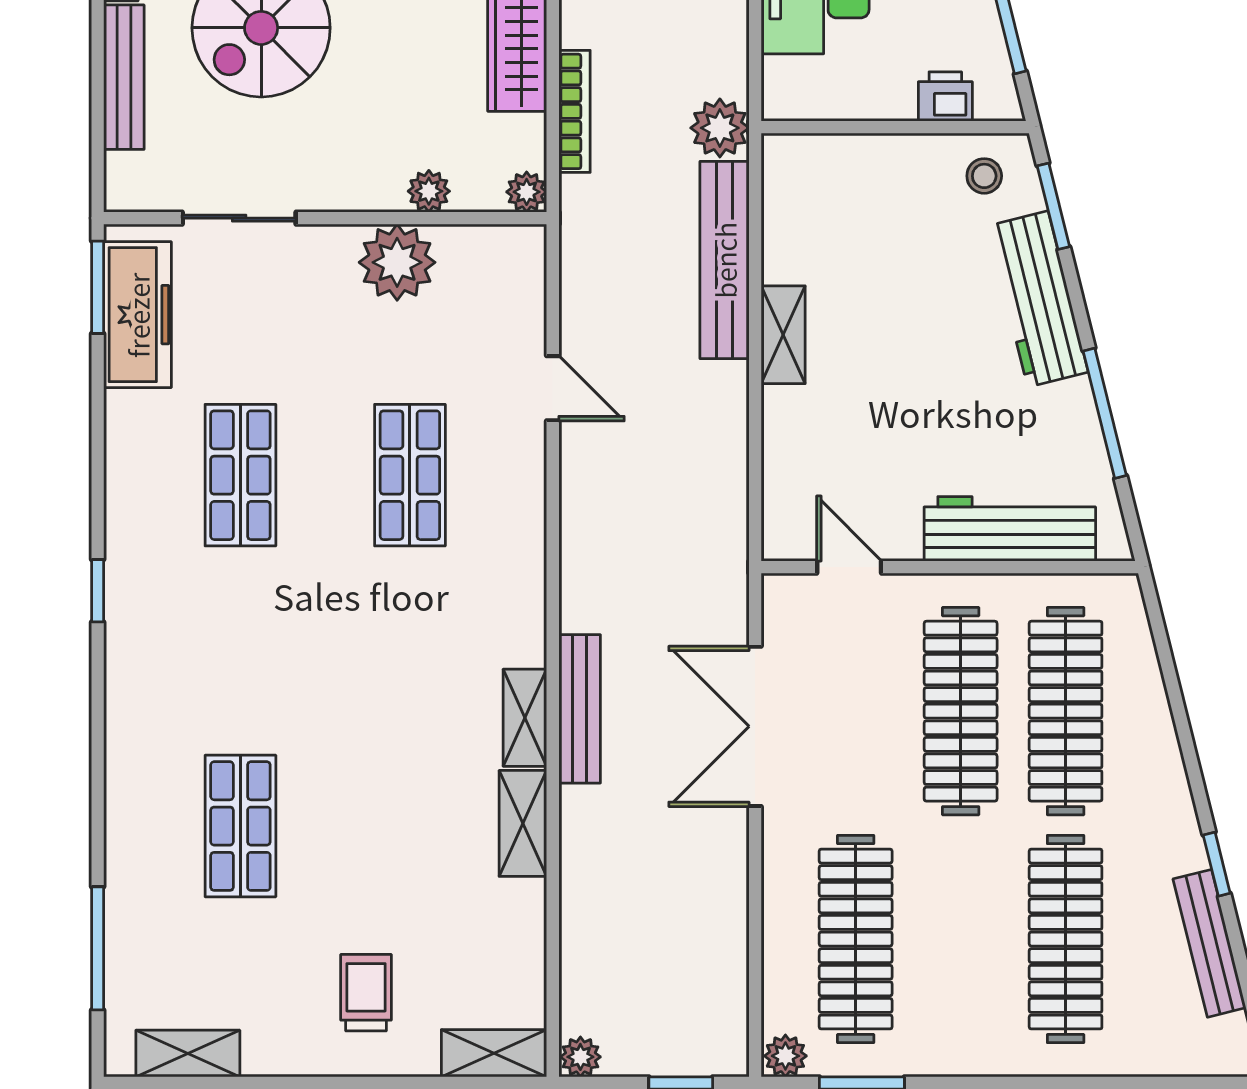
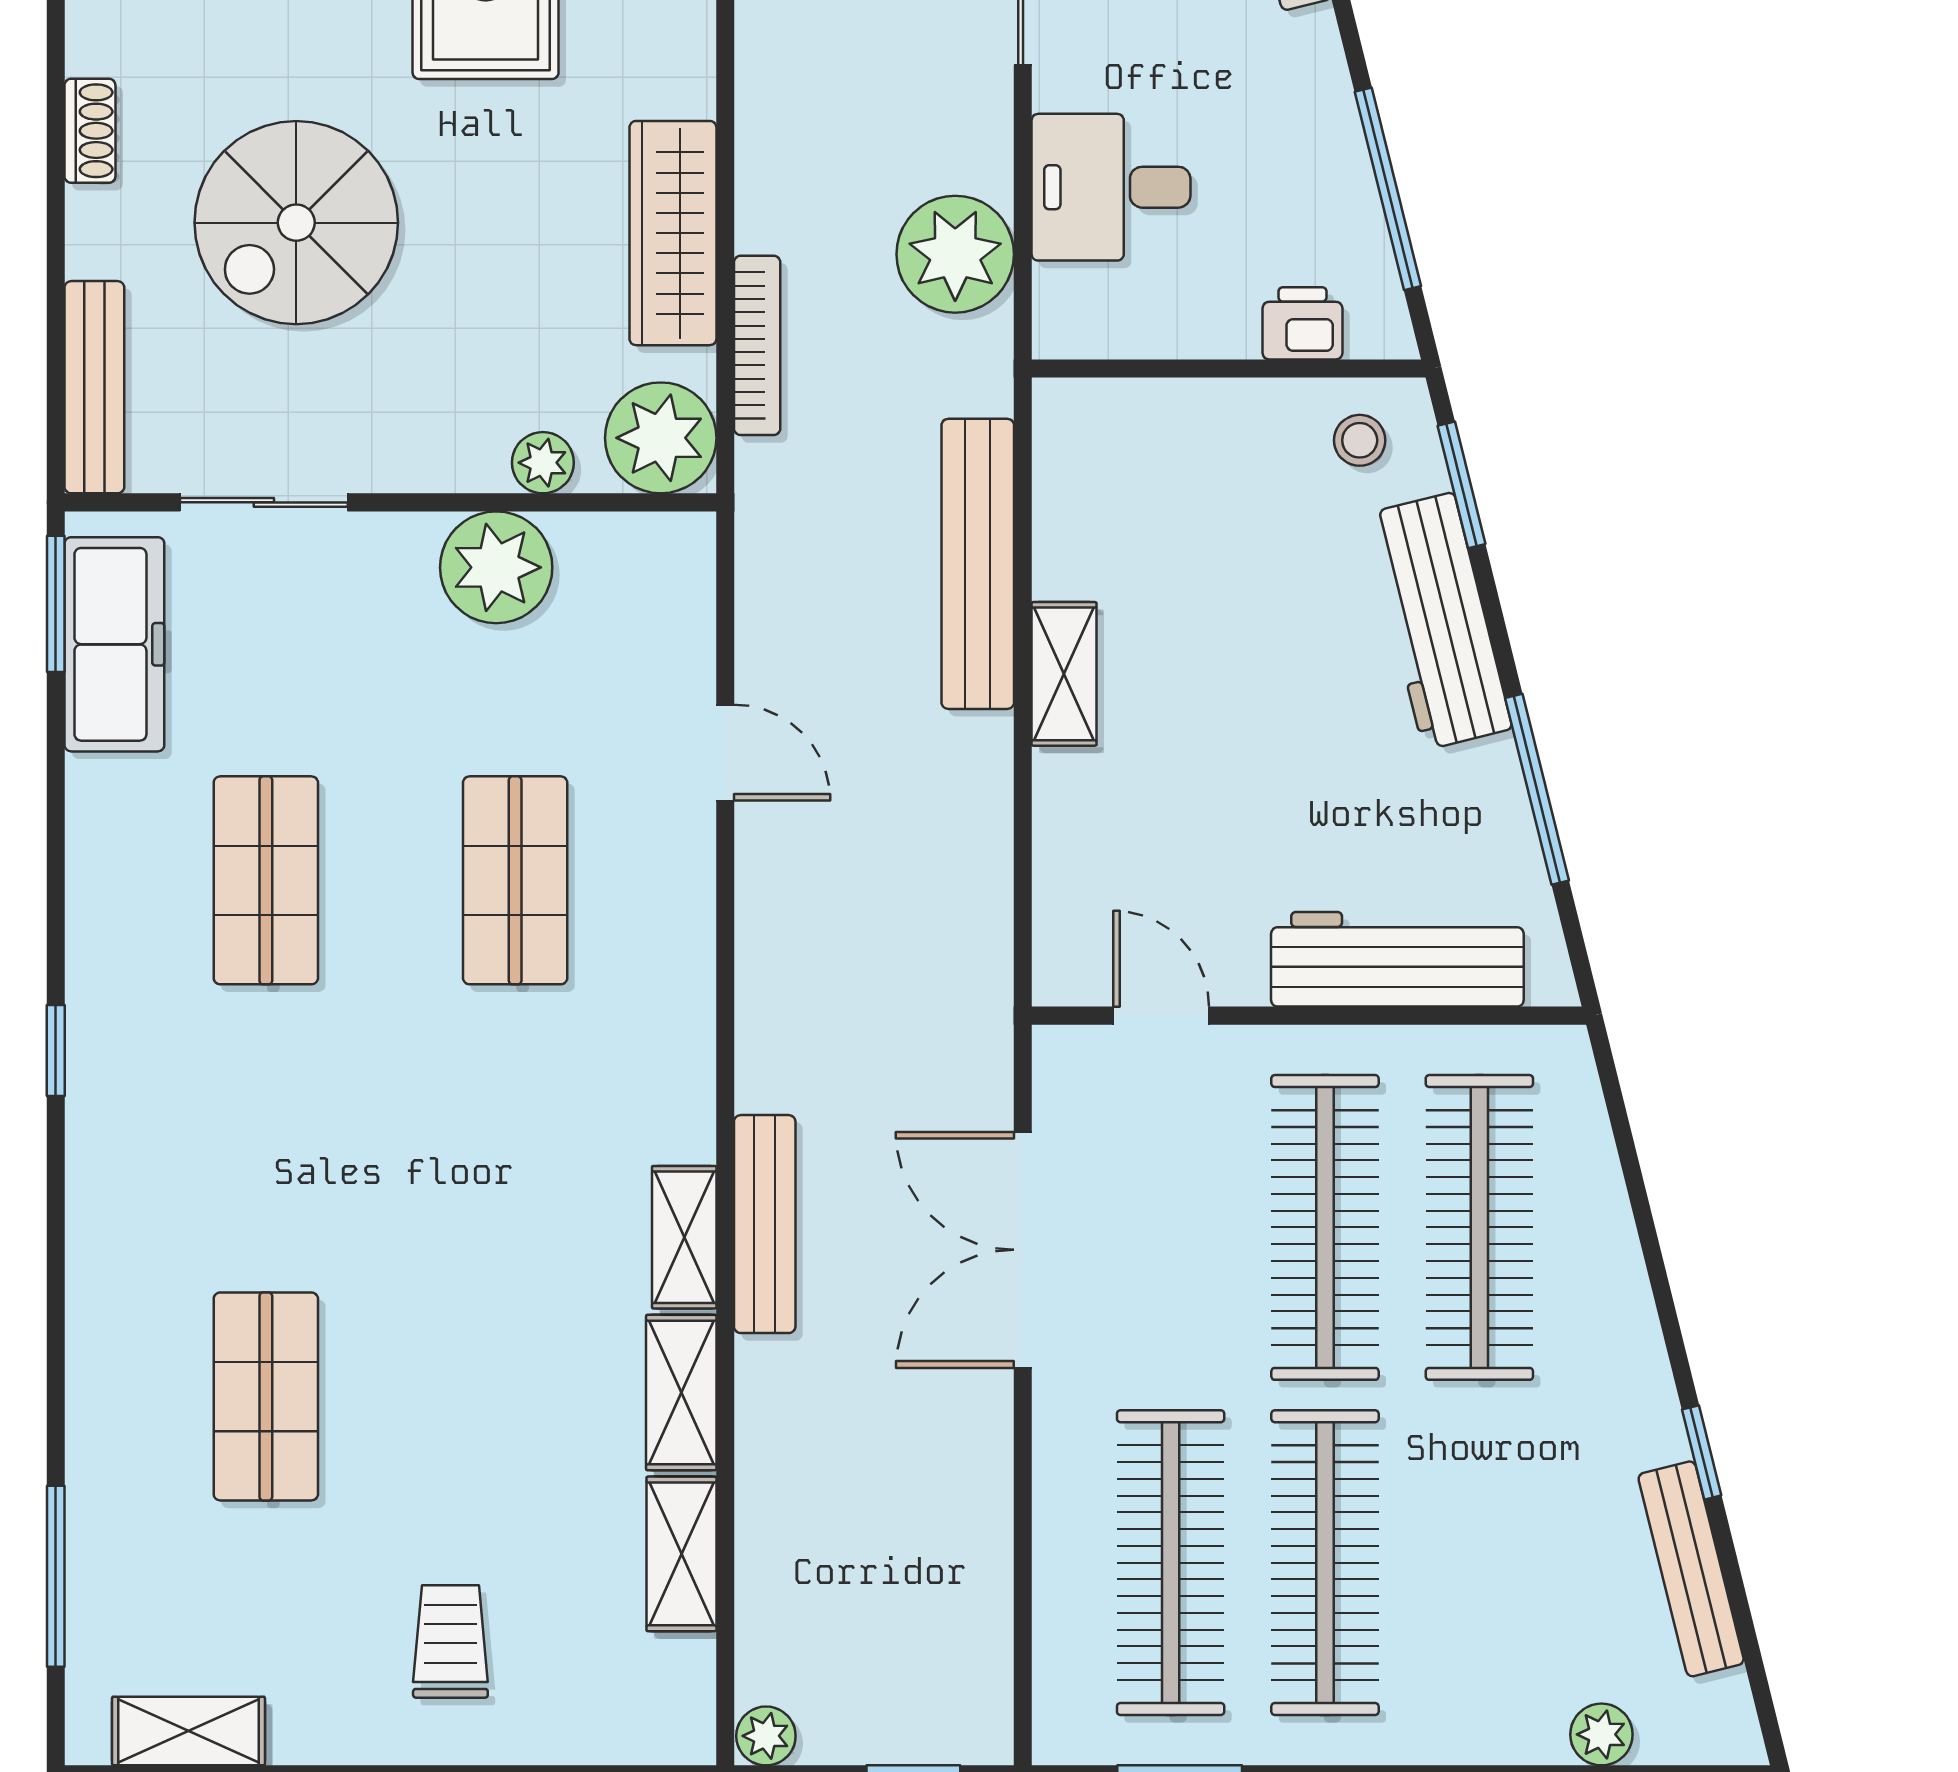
bench: (124, 77) -> (94, 387), moved
plant: (720, 128) -> (955, 254), moved, width x1.36, depth x1.36
plant: (527, 192) -> (661, 438), width x1.87, depth x1.87
clothes rail: (1066, 939) -> (1325, 1563), moved
shelving: (494, 1053) -> (681, 1554), moved, turned 90
plant: (785, 1056) -> (1601, 1734), moved

